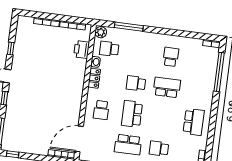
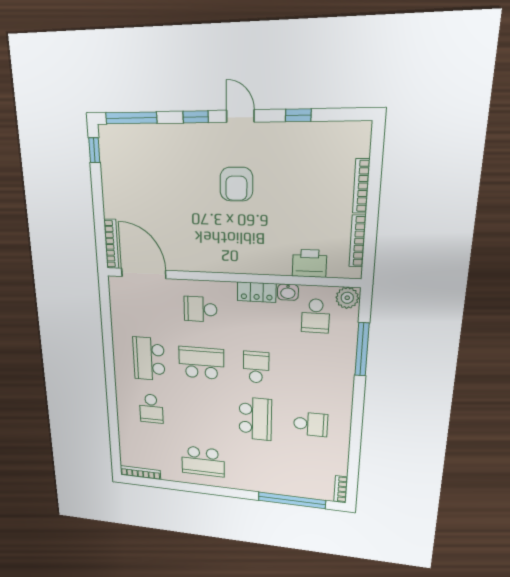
school desk: (109, 49) -> (316, 316), turned 180
armchair: (39, 82) -> (236, 184), added
school desk: (159, 149) -> (151, 409), turned 180

